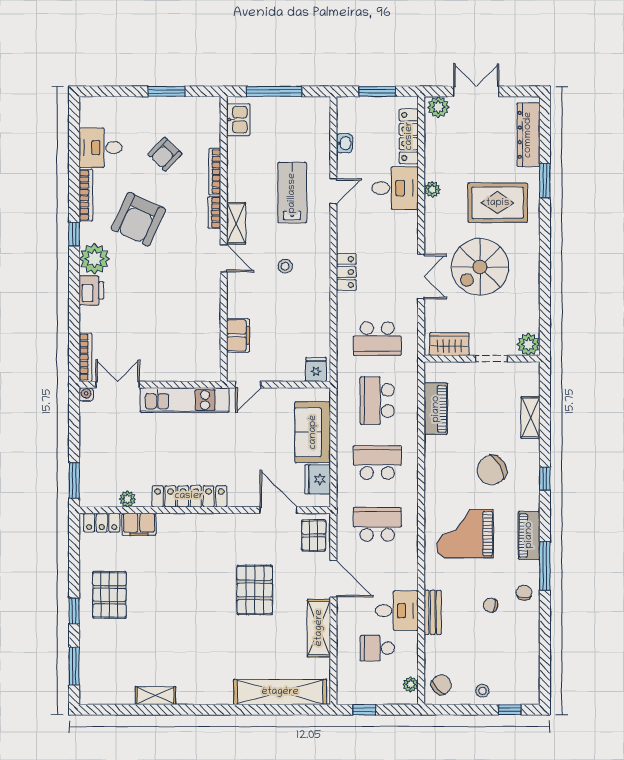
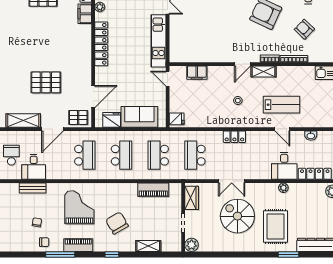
school desk: (377, 401) -> (158, 155), turned -90

